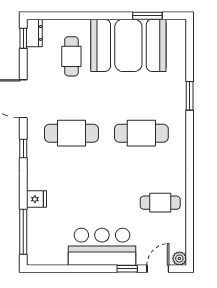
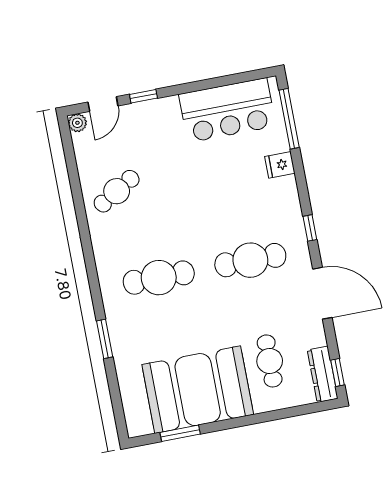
dresser: (34, 33) -> (323, 374), width x1.44
cafe table: (160, 203) -> (117, 191), turned -31
bar counter: (102, 247) -> (227, 110), moved

